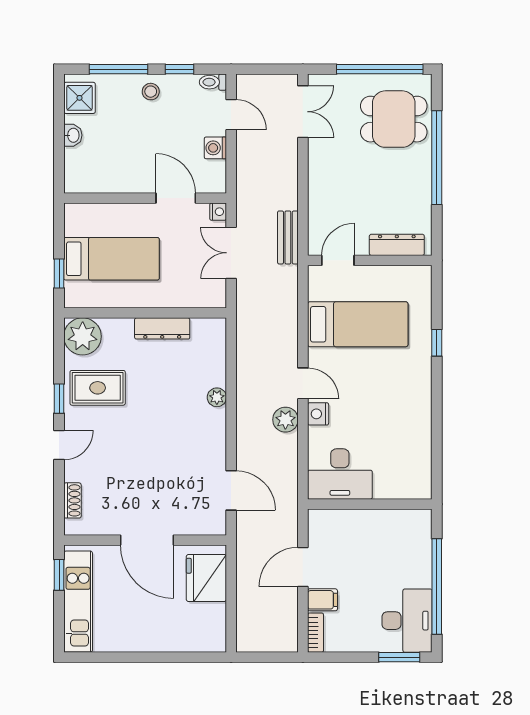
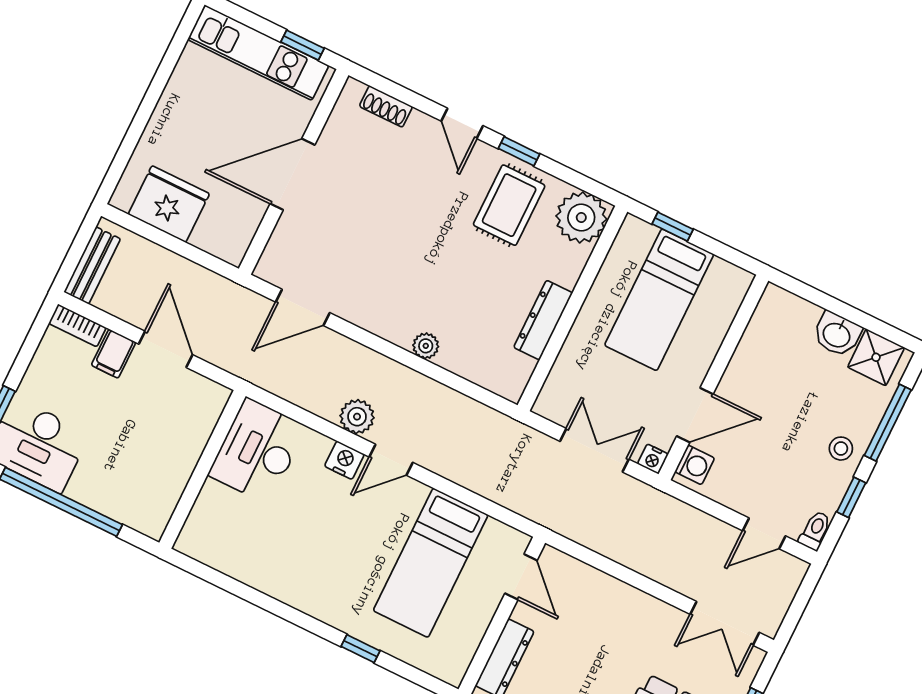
washbasin: (73, 135) -> (837, 334), width x1.38, depth x1.45
washing machine: (215, 148) -> (695, 465), moved, turned 90
bench: (288, 237) -> (92, 265), moved, turned 90
fridge: (206, 578) -> (169, 204), moved

